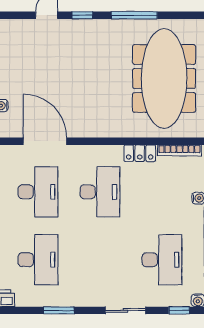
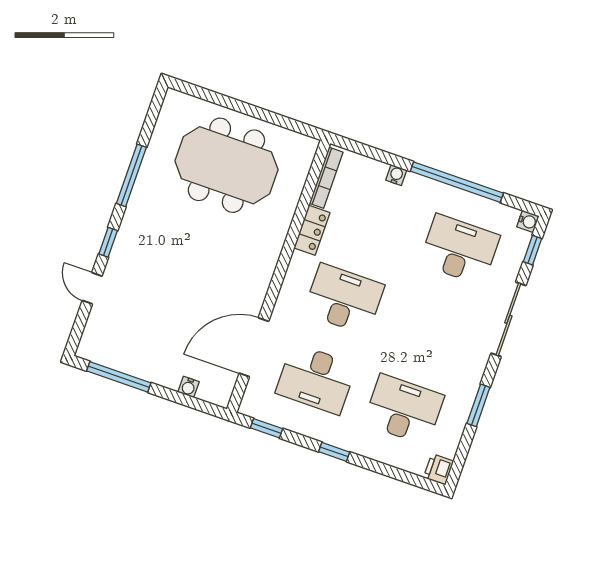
meeting table: (164, 78) -> (226, 165), width x0.73
desk: (38, 192) -> (316, 379), turned 180
sliding door: (125, 310) -> (508, 319), width x1.37

